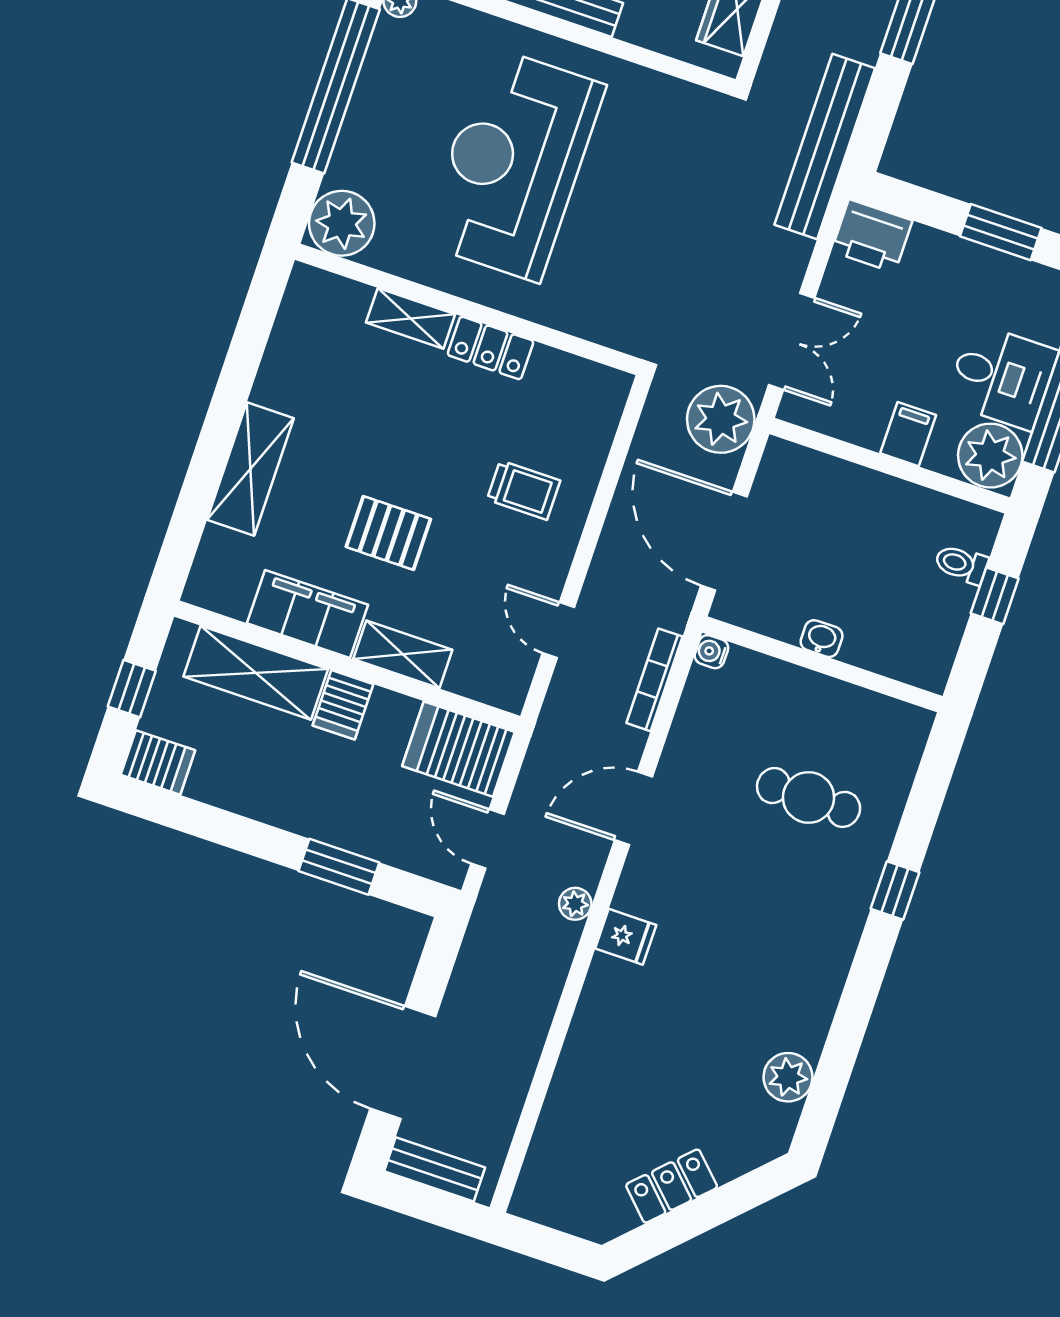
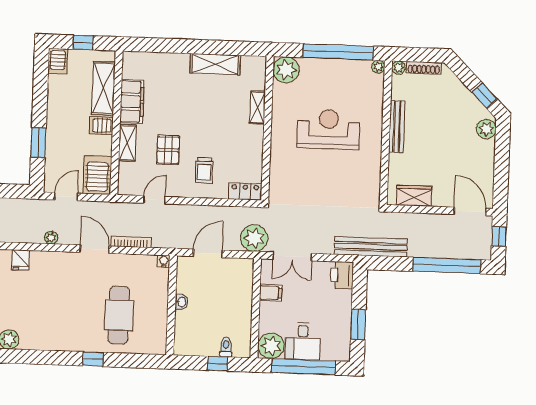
reception desk: (514, 164) -> (328, 129), width x0.74, depth x0.77
locker: (490, 348) -> (245, 191), moved, turned 90
filing cabinet: (908, 434) -> (271, 293), moved
shelving: (250, 469) -> (215, 64), moved
pallet: (388, 533) -> (168, 150), moved
door: (724, 541) -> (208, 253), width x0.73
bookcase: (654, 680) -> (131, 242), moved
cafe table: (809, 797) -> (119, 315), width x1.37, depth x1.35
fridge: (626, 937) -> (21, 260), moved

